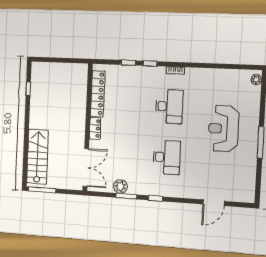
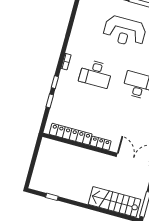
desk: (169, 107) -> (96, 74), turned 180

